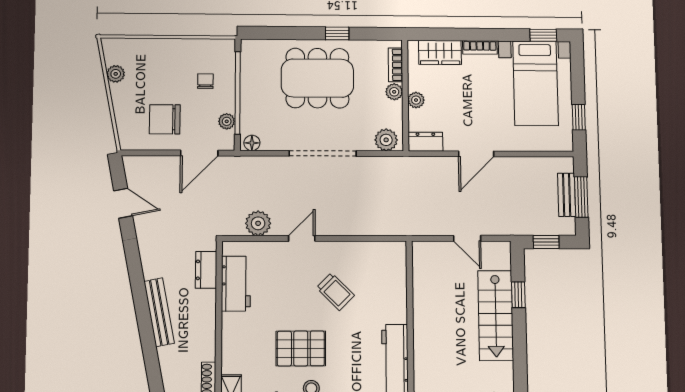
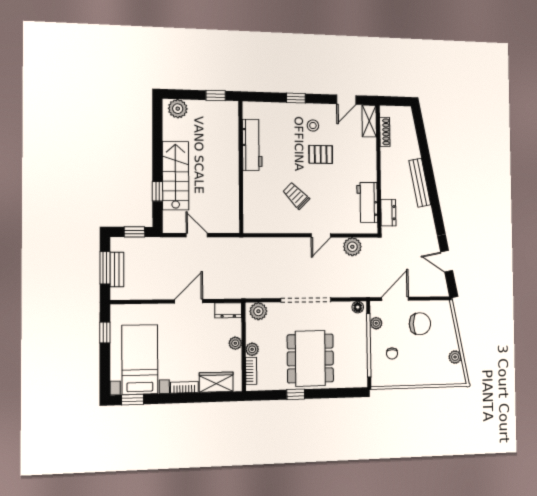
dining table: (317, 78) -> (310, 358), turned 90
pallet: (301, 348) -> (321, 154), width x0.67, depth x0.71

